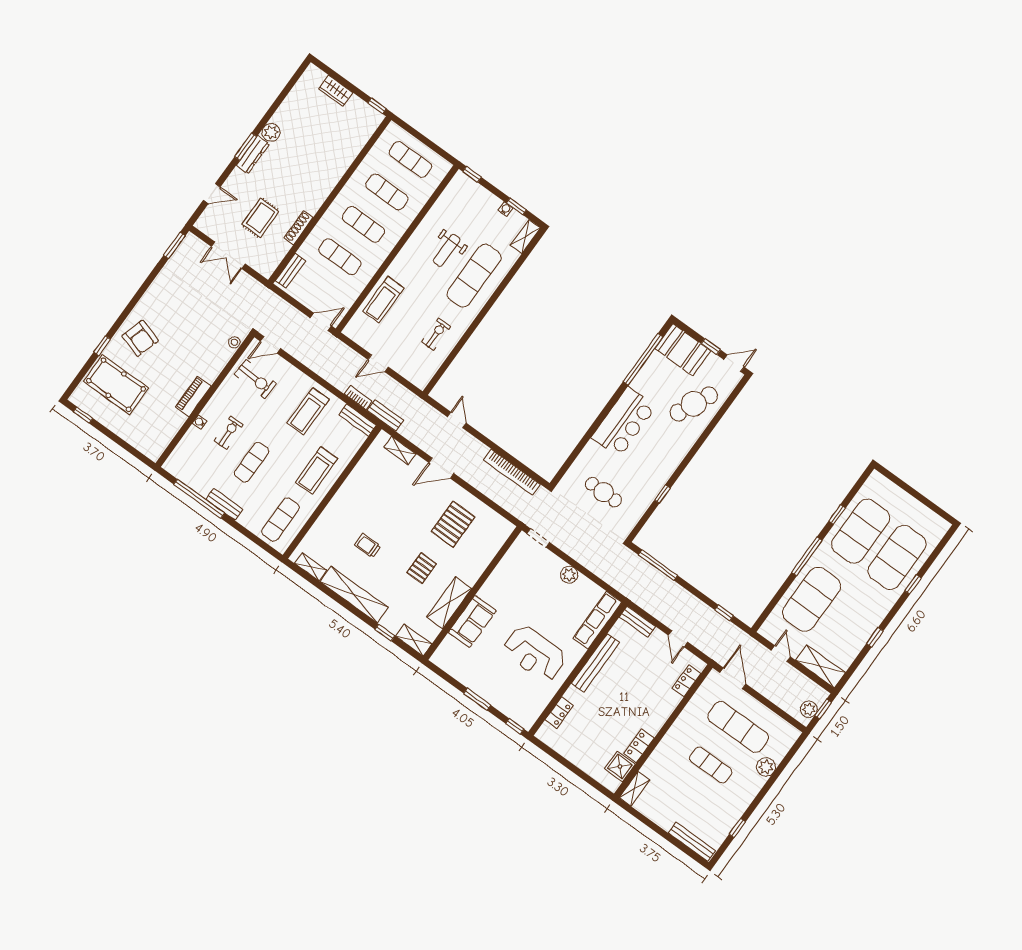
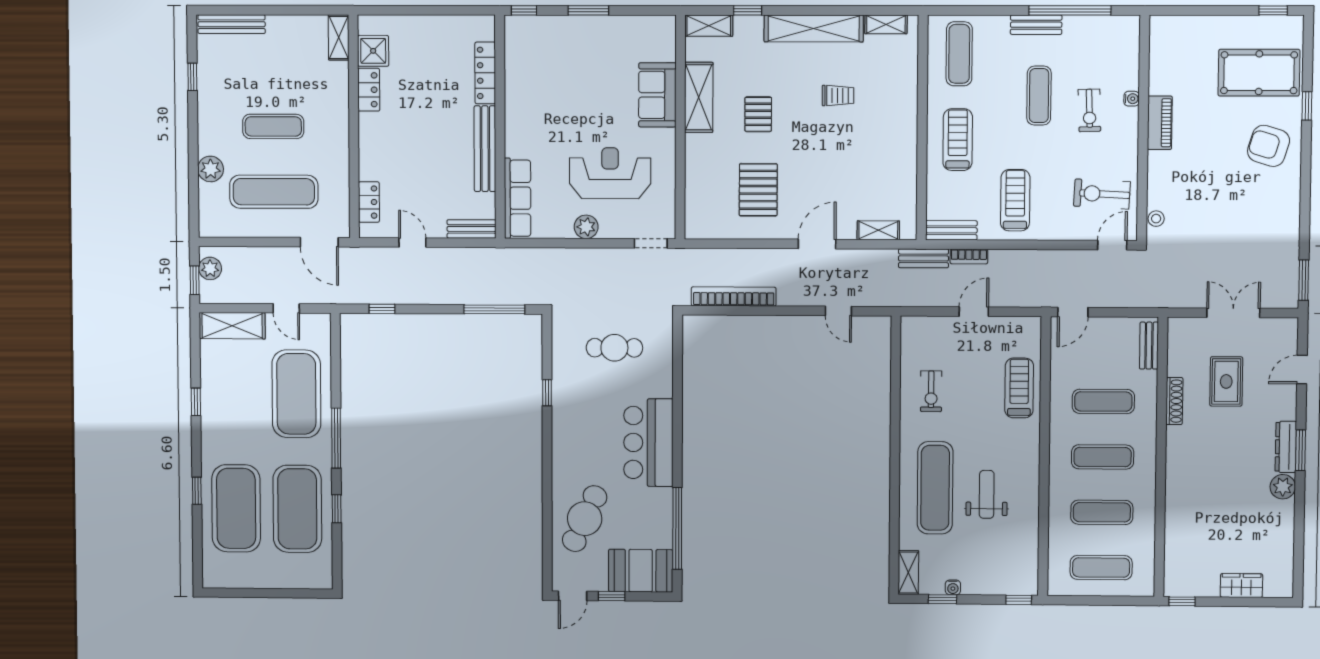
reception desk: (535, 653) -> (610, 173), moved
locker: (559, 713) -> (485, 73), width x1.53

